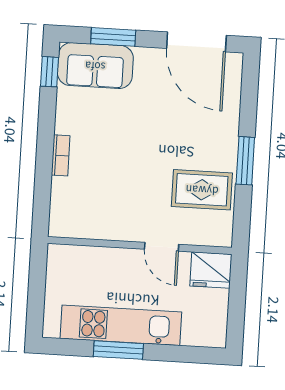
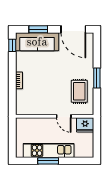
sofa: (95, 66) -> (37, 42), width x1.36
rug: (202, 190) -> (79, 91), turned 90

